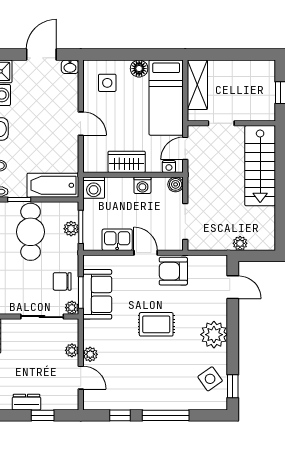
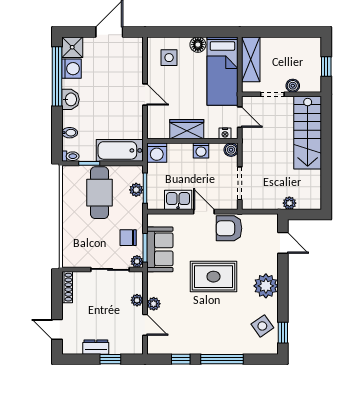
washbasin: (70, 67) -> (135, 43), removed
boiler: (244, 114) -> (293, 86), added
door: (185, 148) -> (240, 117), swing flipped
rug: (156, 324) -> (213, 277), width x1.36, depth x1.43

